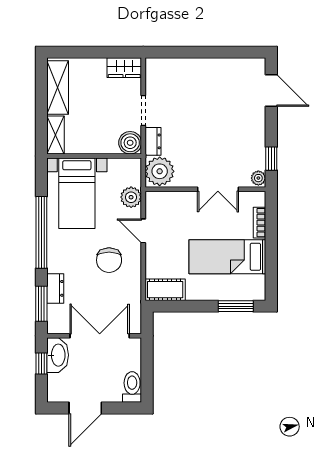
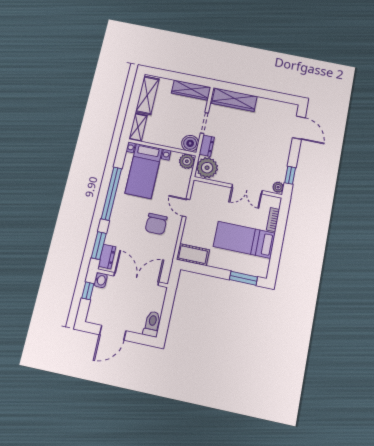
wardrobe: (124, 68) -> (191, 90), width x1.50
wardrobe: (177, 69) -> (234, 100), added
plant: (131, 197) -> (187, 161), moved
dresser: (55, 288) -> (107, 256), moved
washbasin: (58, 355) -> (101, 280), width x0.52, depth x0.69

